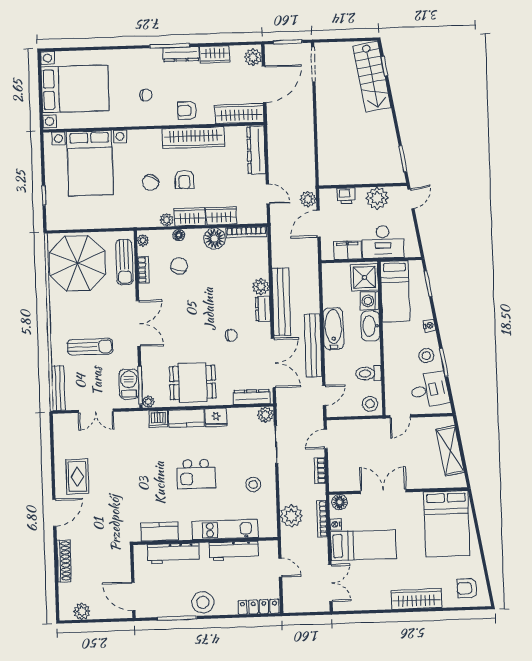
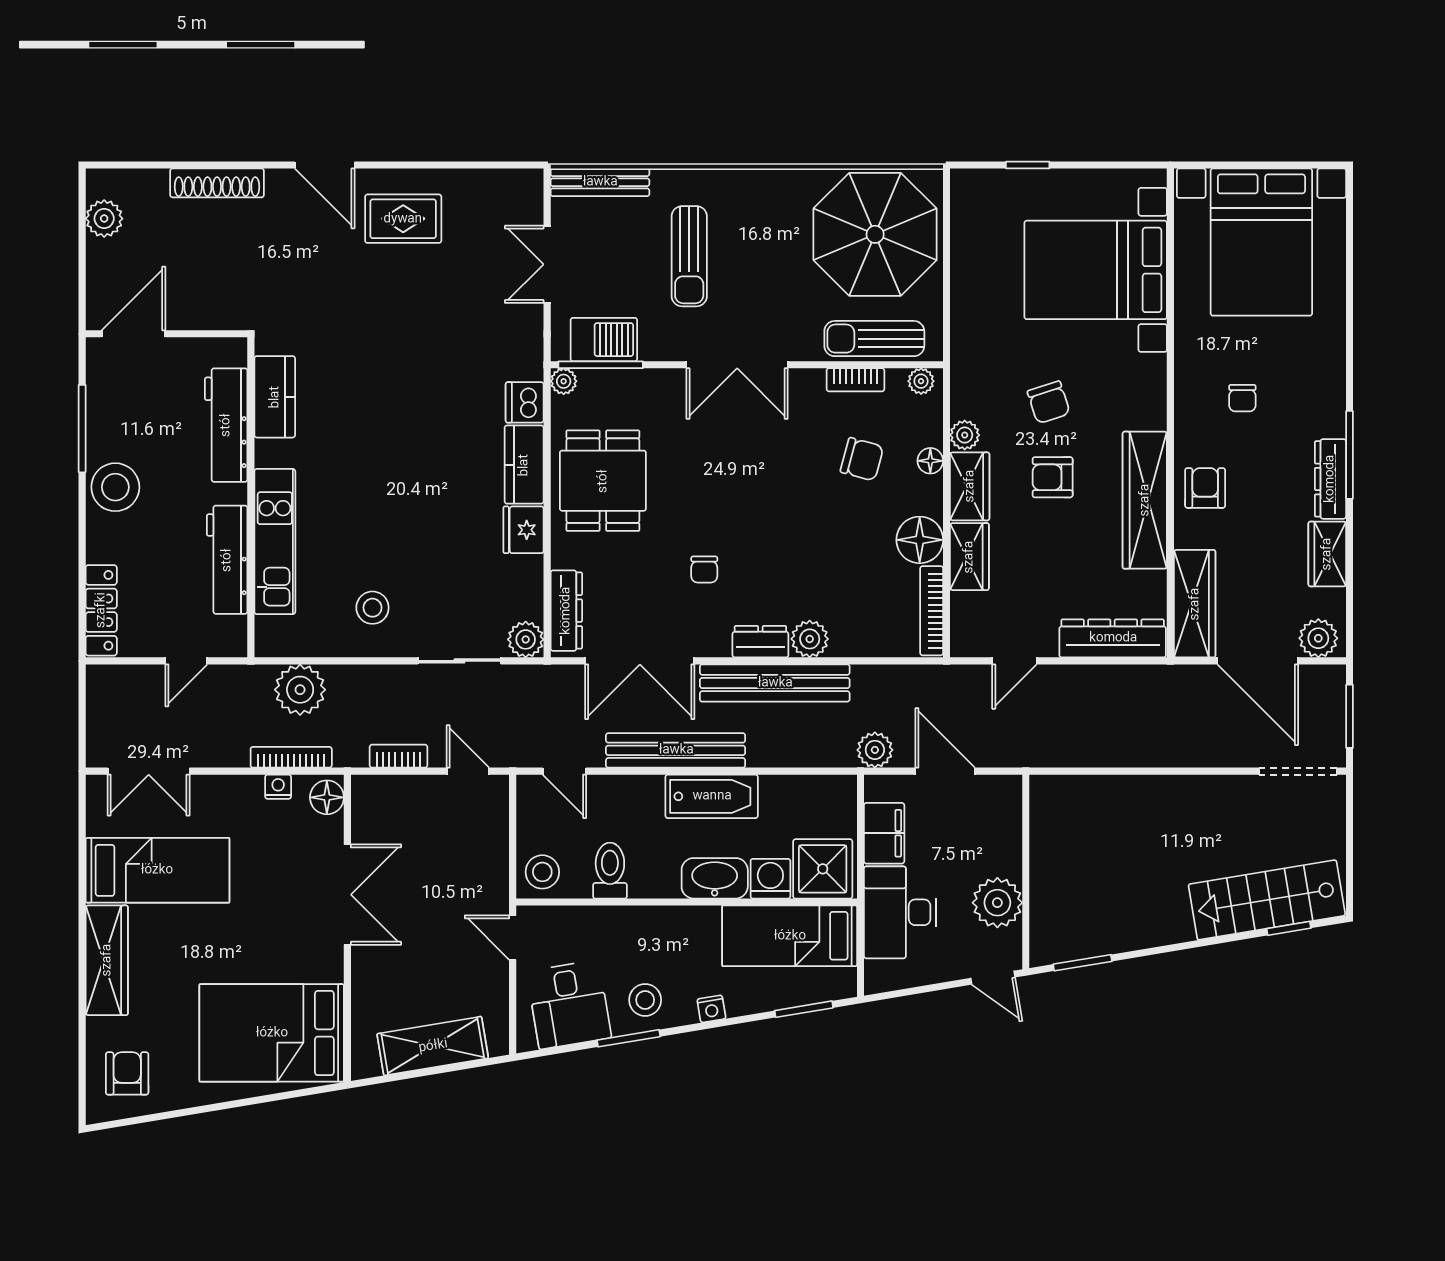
chair: (151, 182) -> (1049, 402), turned -133
printer: (346, 196) -> (1005, 834), removed
plant: (308, 199) -> (875, 750), moved
kitchen island: (196, 474) -> (400, 482), removed
bed: (363, 545) -> (157, 870), moved, turned -90

